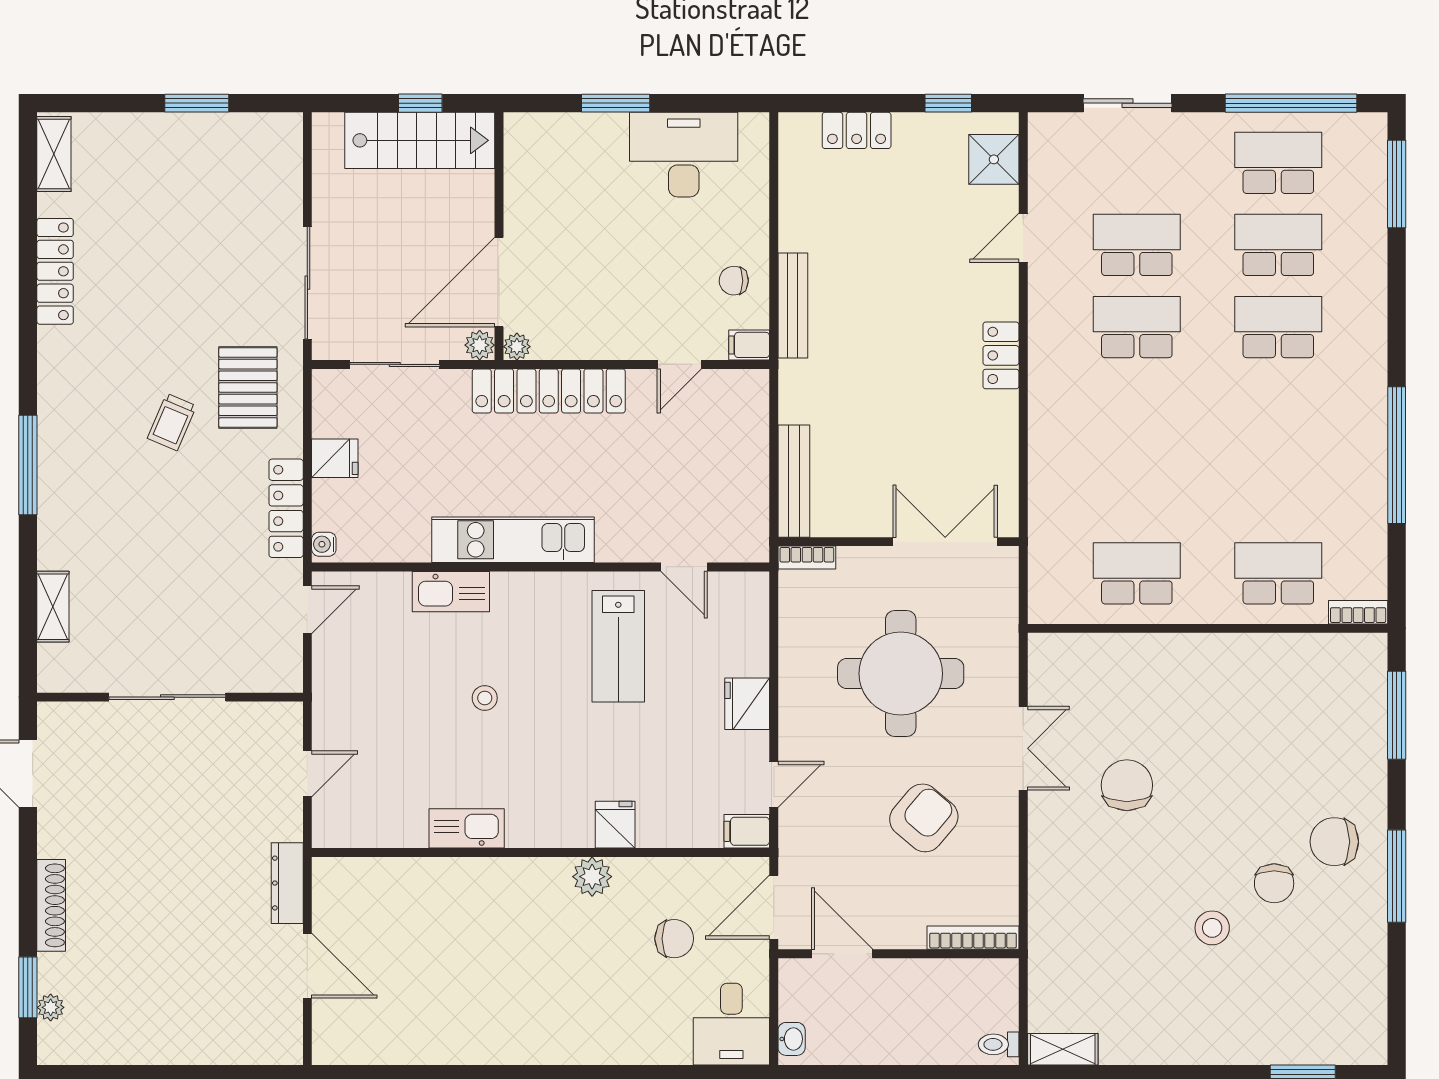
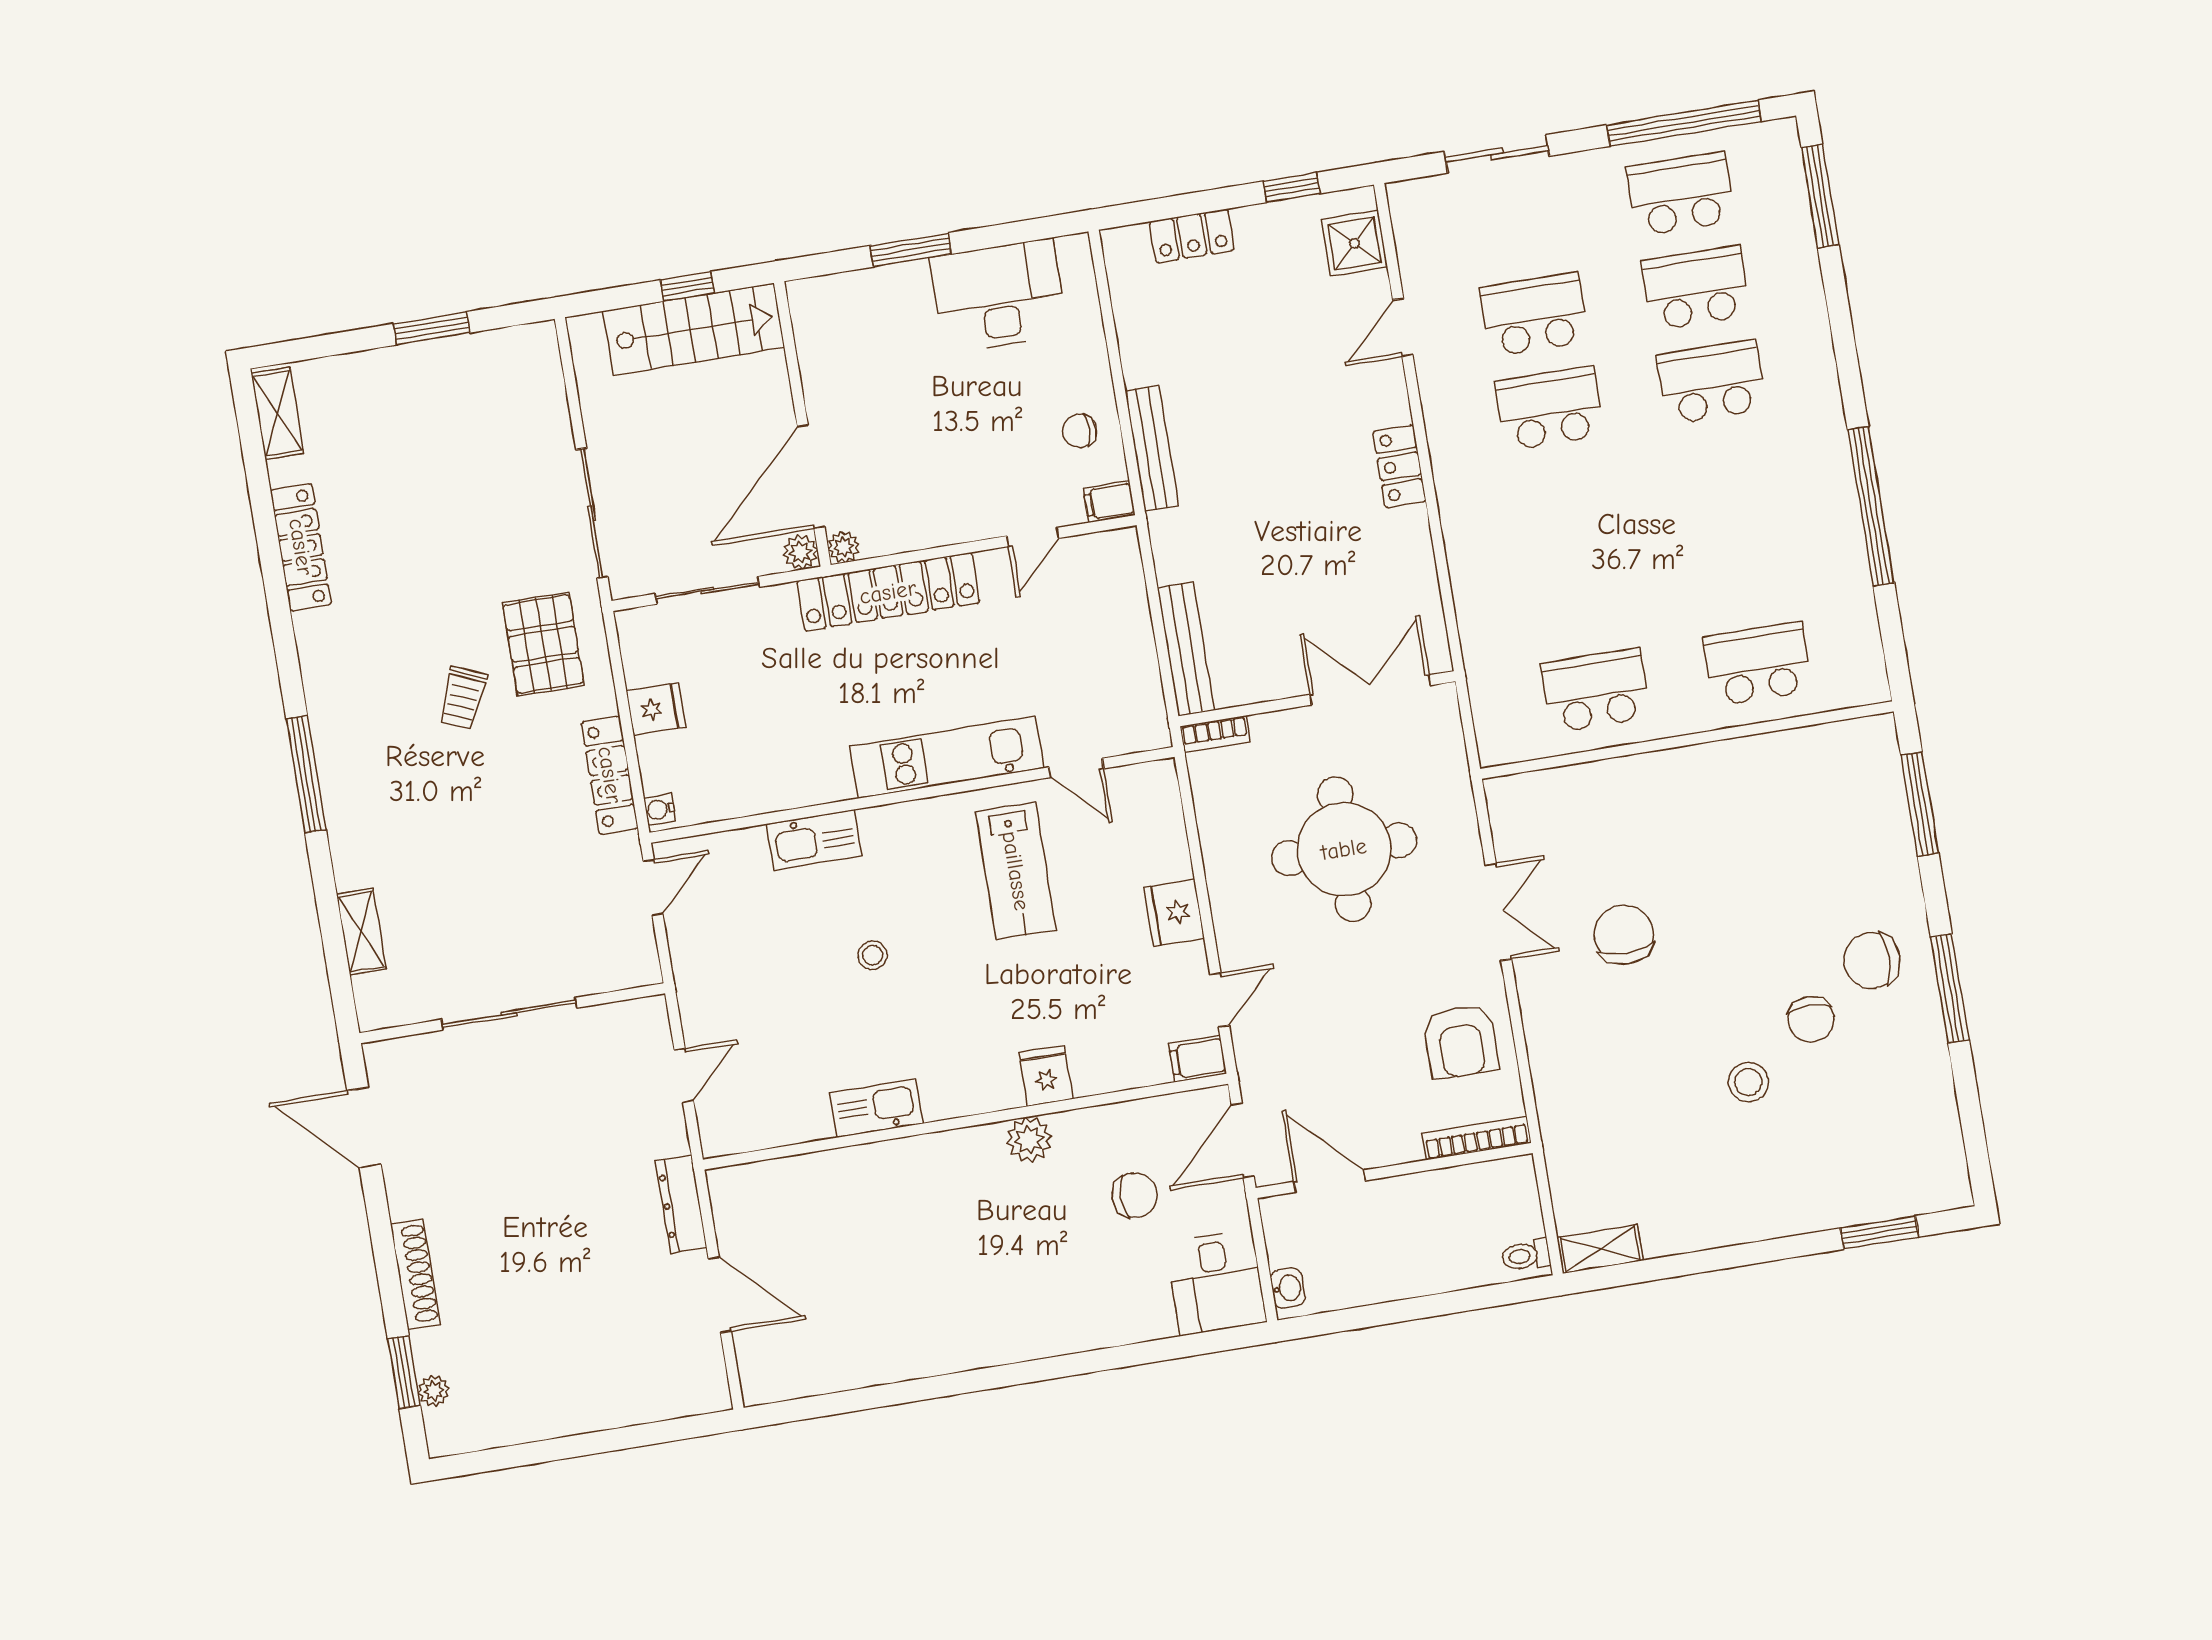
kitchen unit: (513, 540) -> (947, 757), moved
bookcase: (1358, 612) -> (1856, 693), removed
armchair: (924, 818) -> (1461, 1041), moved, turned 140

